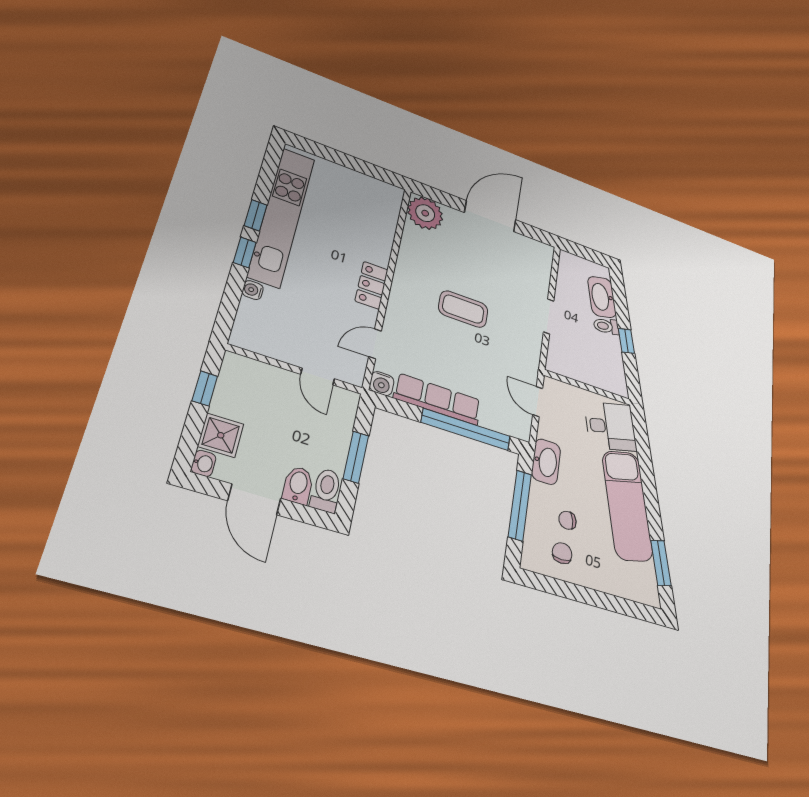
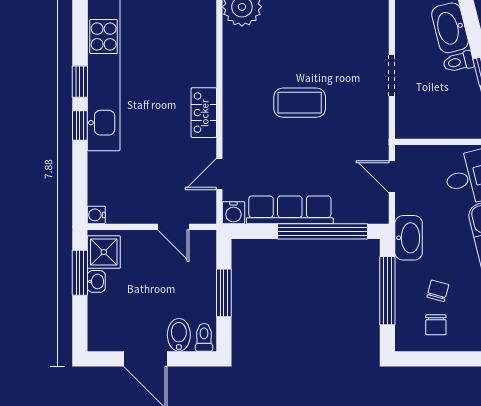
water cooler: (253, 290) -> (96, 215), moved
window: (205, 388) -> (80, 273), width x1.50
shower: (221, 435) -> (104, 252), moved
washbasin: (204, 463) -> (96, 281), moved
toilet: (326, 490) -> (204, 337), width x0.73, depth x0.72
chair: (567, 520) -> (438, 291), turned 116
chair: (562, 553) -> (436, 325), turned 180

